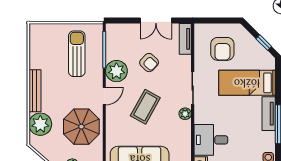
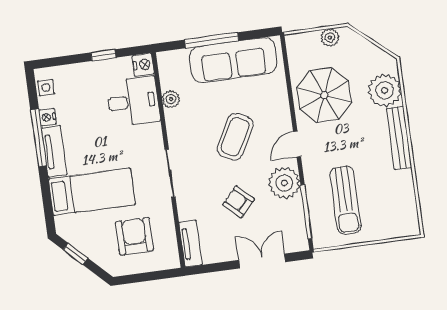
double door: (156, 21) -> (262, 261), moved
plant: (185, 114) -> (171, 99), moved
nightstand: (270, 137) -> (48, 117), added

